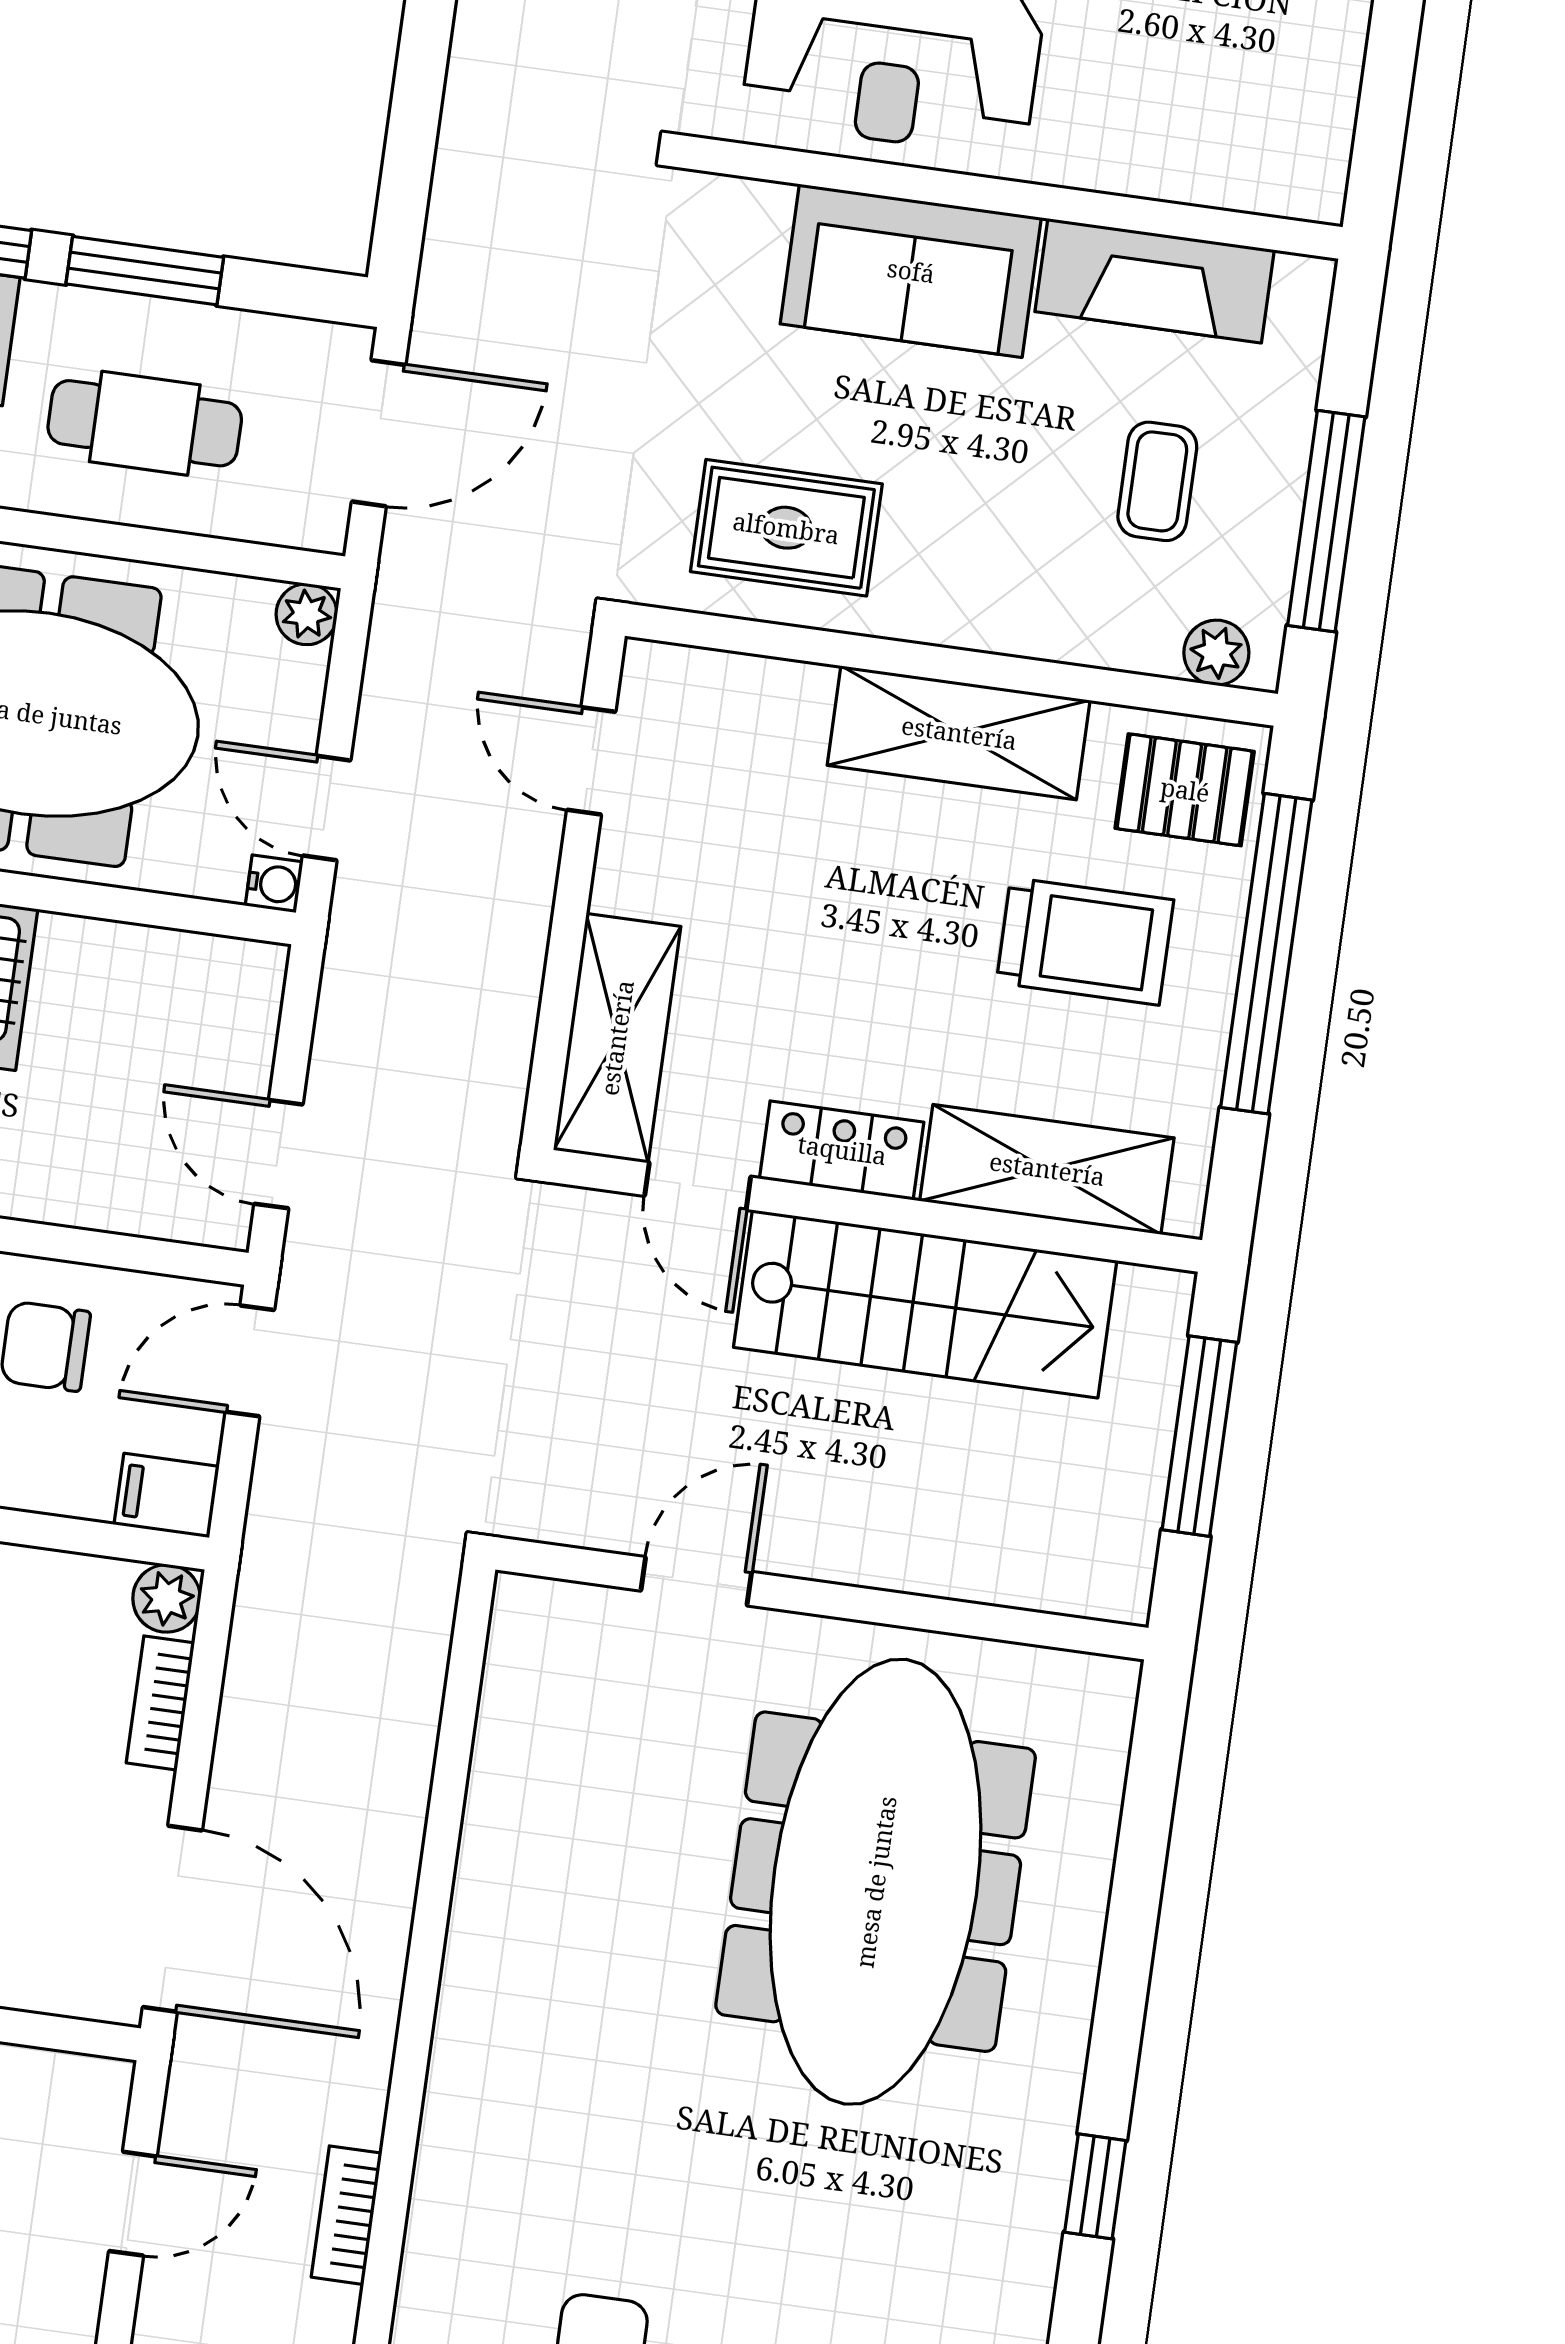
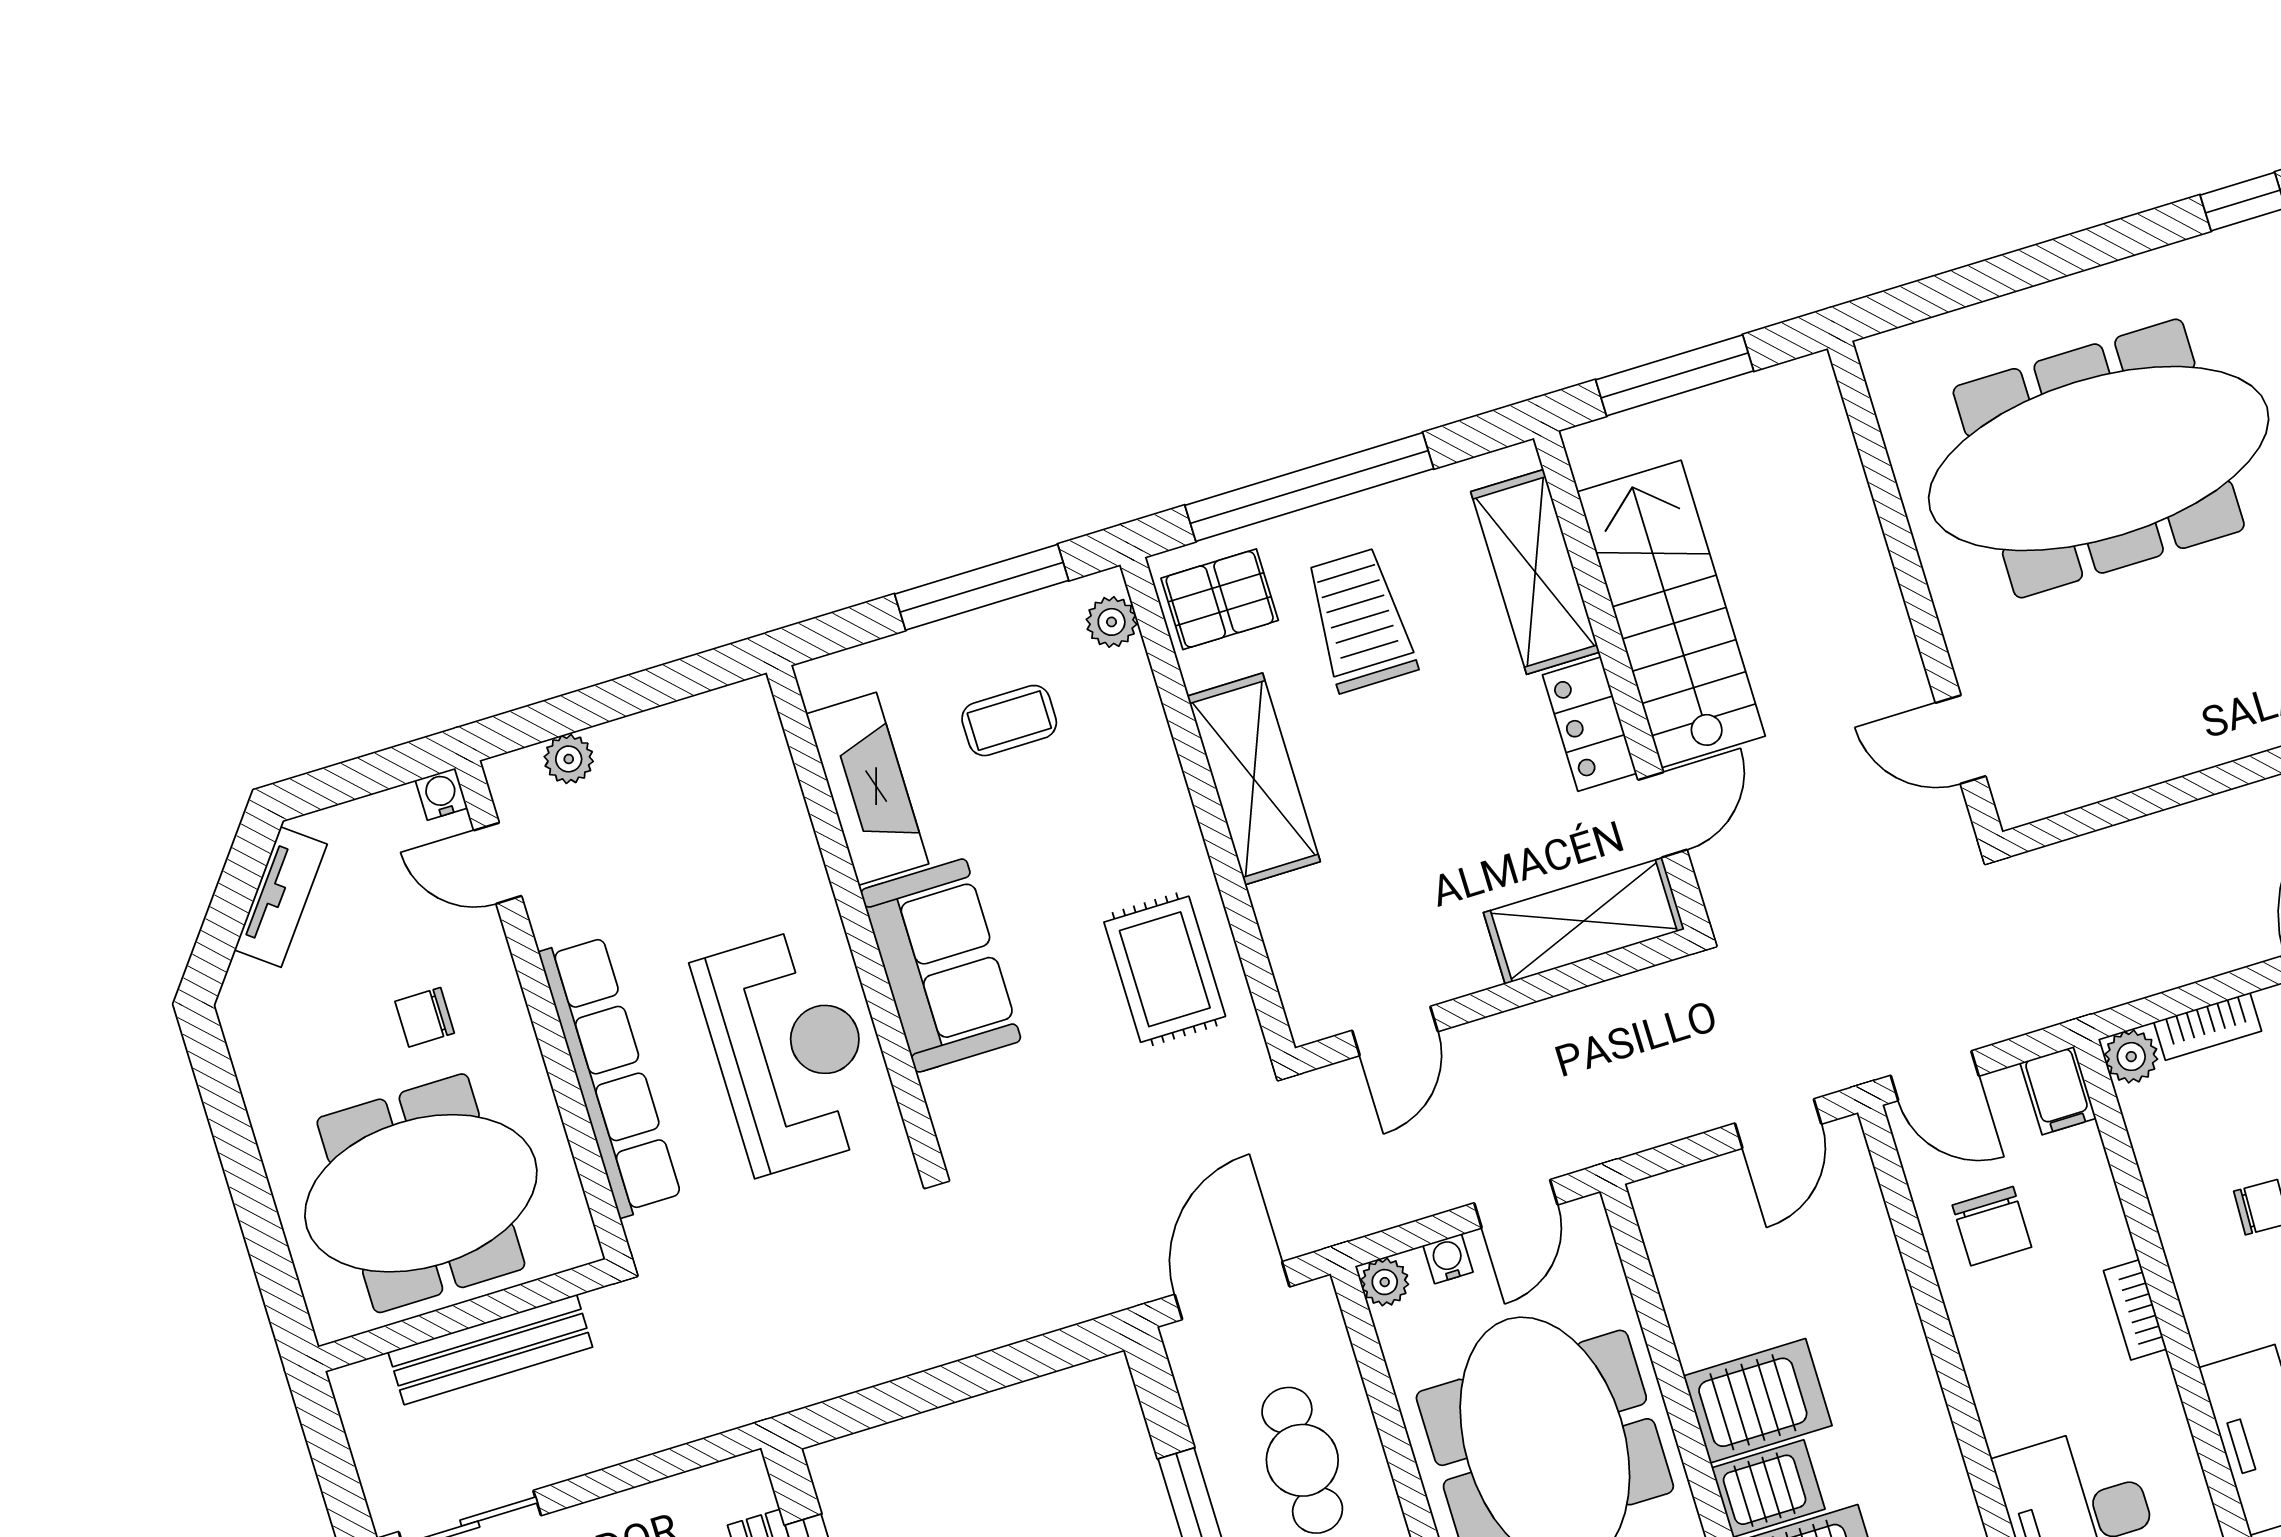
door: (379, 433) -> (1232, 1291), hinge flipped
pallet: (1185, 790) -> (1220, 599), turned 90
water cooler: (274, 884) -> (1448, 1259), moved
door: (696, 1581) -> (1961, 739), moved

